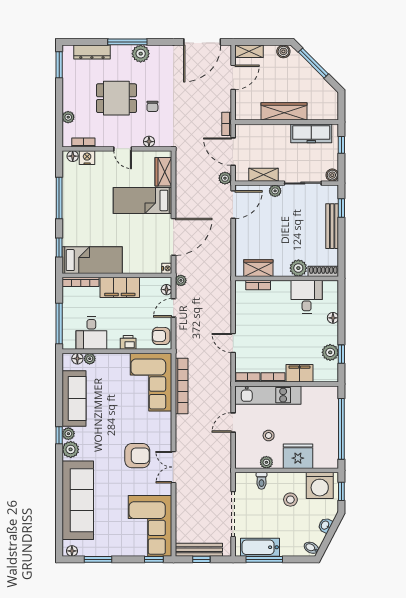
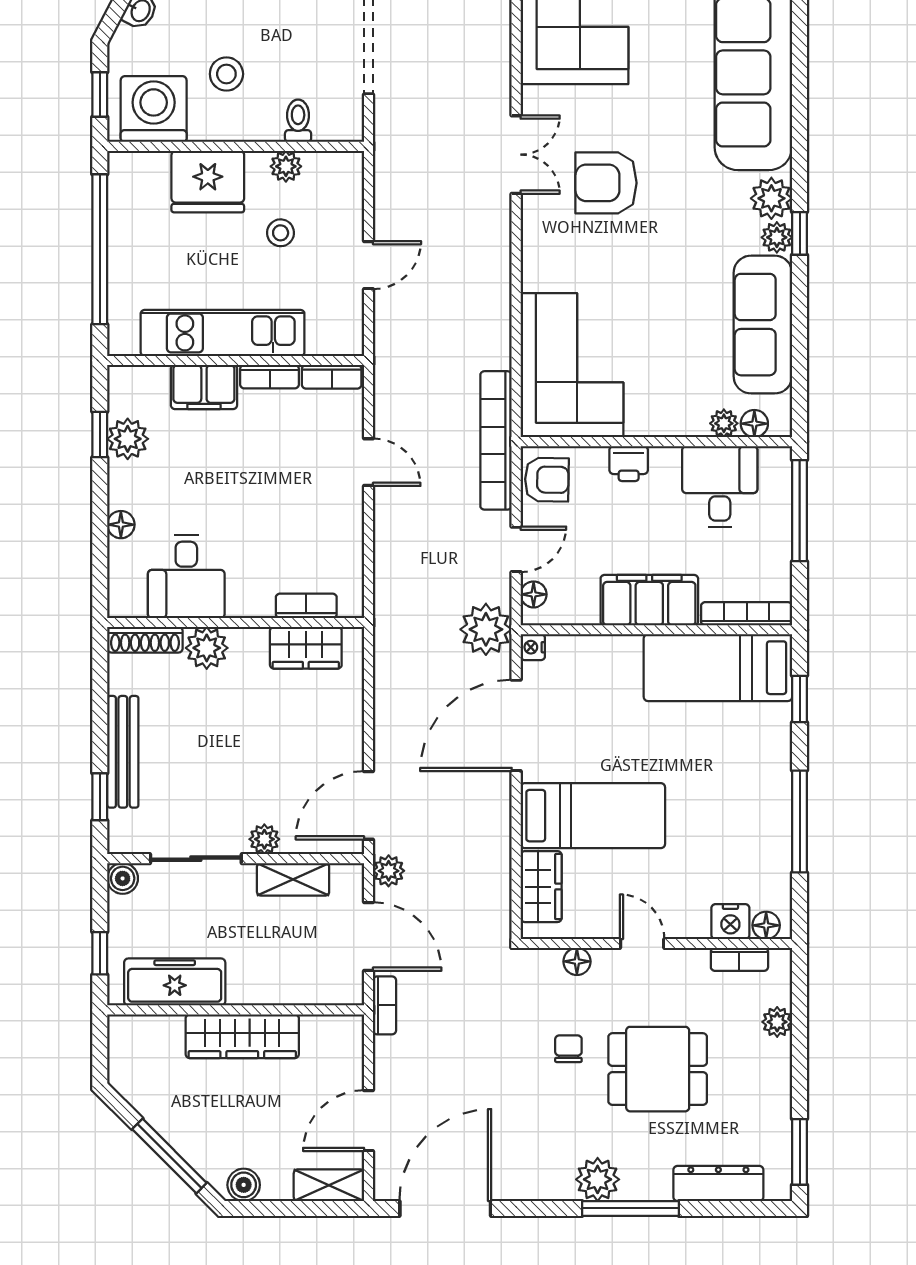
plant: (181, 280) -> (486, 629), width x1.87, depth x1.87
bookcase: (182, 386) -> (496, 440), moved
kitchen unit: (268, 395) -> (223, 333), moved

